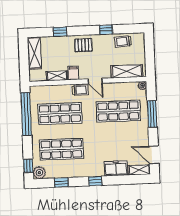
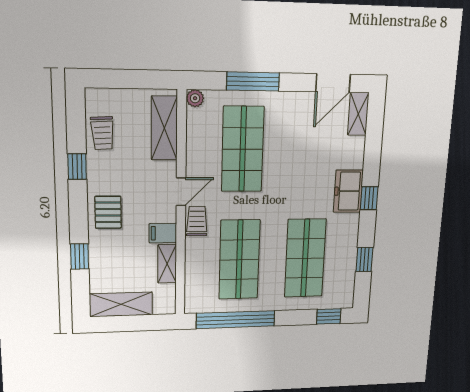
freezer: (116, 168) -> (348, 191), moved
plant: (39, 173) -> (343, 298), removed

